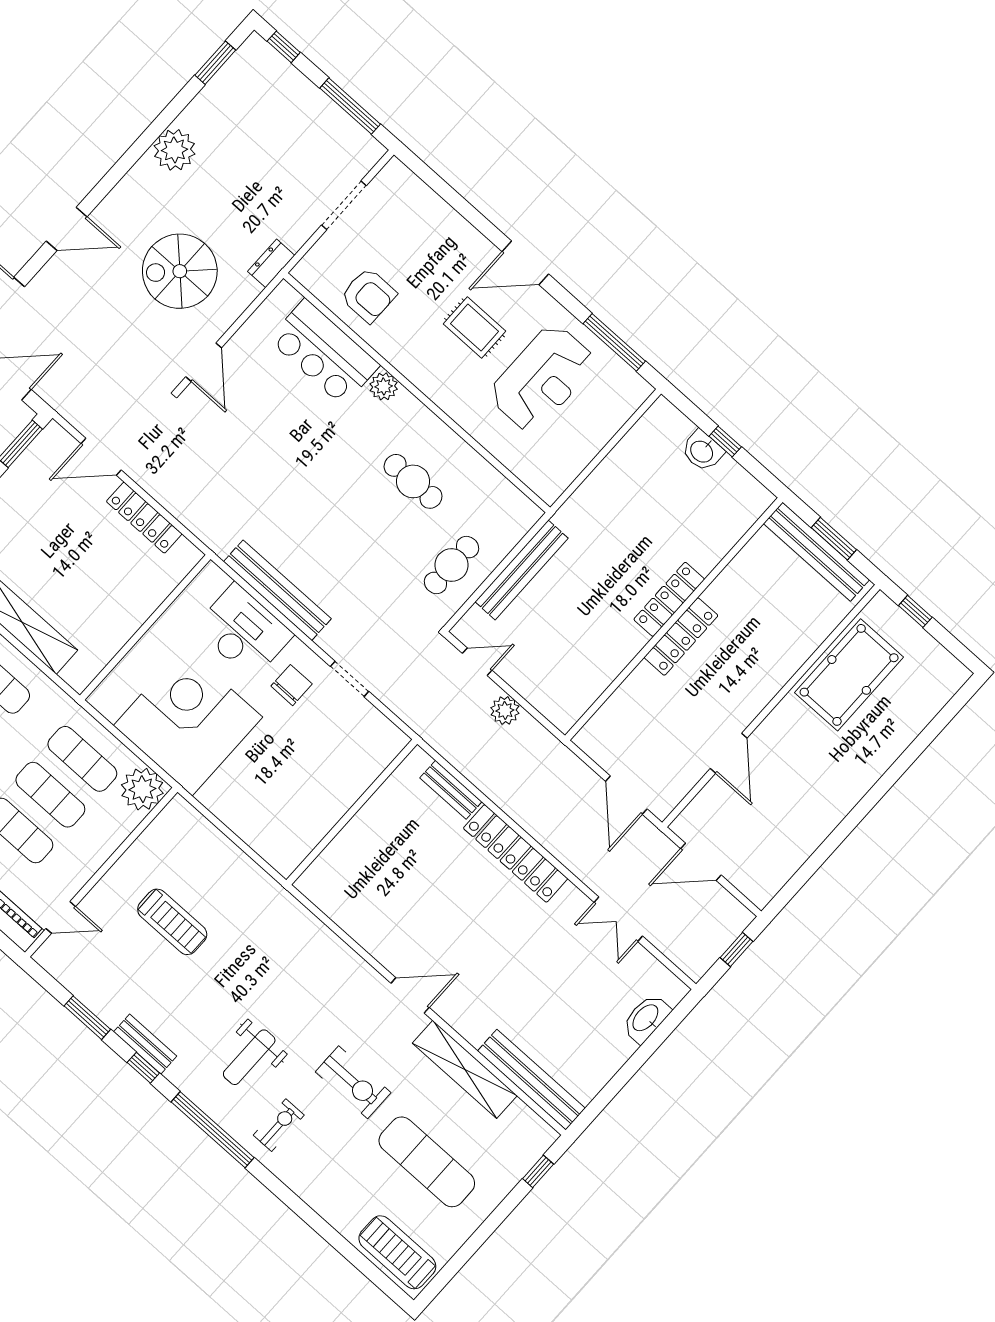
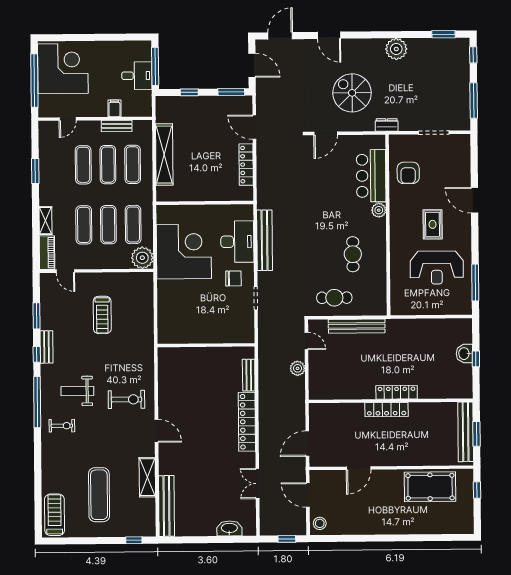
door: (525, 263) -> (475, 200), moved
stool: (757, 882) -> (320, 523), added
shelving: (465, 1069) -> (147, 477), width x0.68
exercise bike: (353, 1082) -> (126, 399), moved, turned -90

